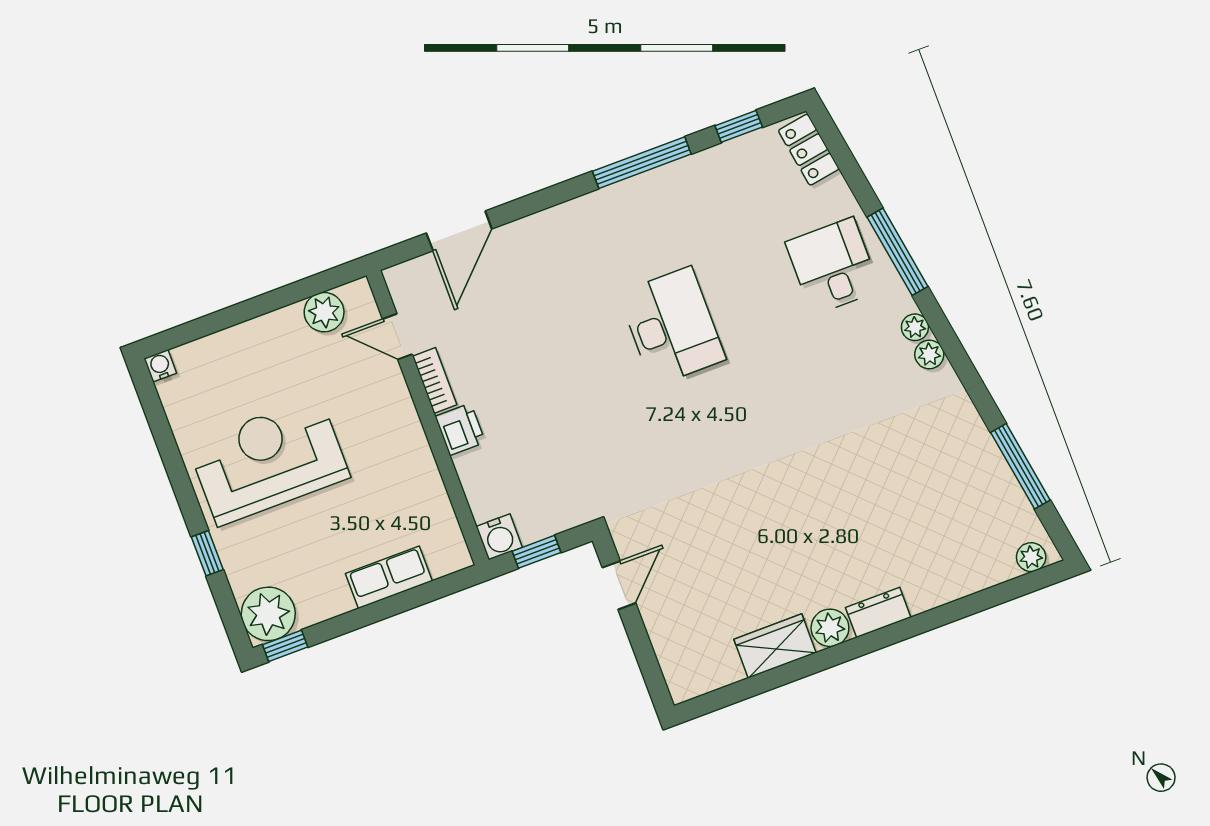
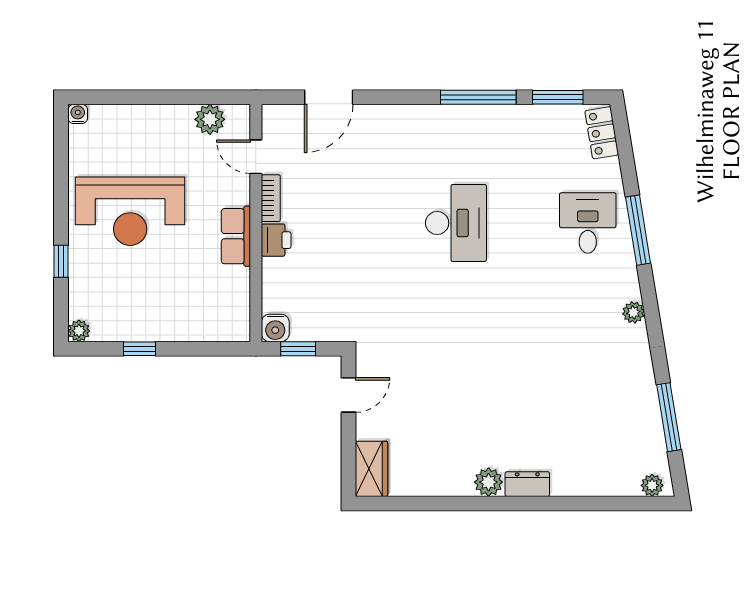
window: (739, 126) -> (558, 97), width x1.50
plant: (915, 327) -> (630, 289), removed
reception desk: (269, 461) -> (130, 211), turned 180
row of seats: (389, 577) -> (236, 236), moved, turned -90
plant: (268, 614) -> (79, 331), width x0.53, depth x0.53
window: (285, 646) -> (140, 349), moved
wardrobe: (775, 646) -> (371, 469), moved, turned 90

